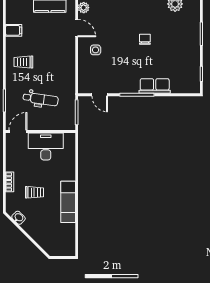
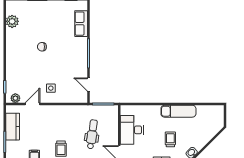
row of seats: (155, 86) -> (81, 24), moved
door: (100, 95) -> (88, 85), swing flipped

